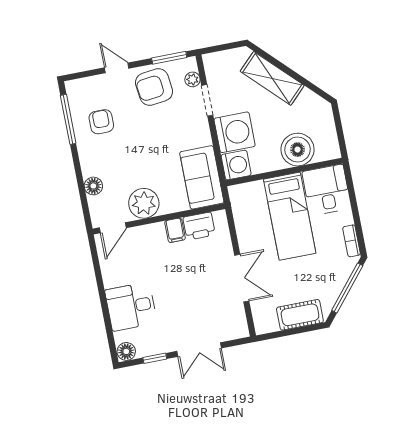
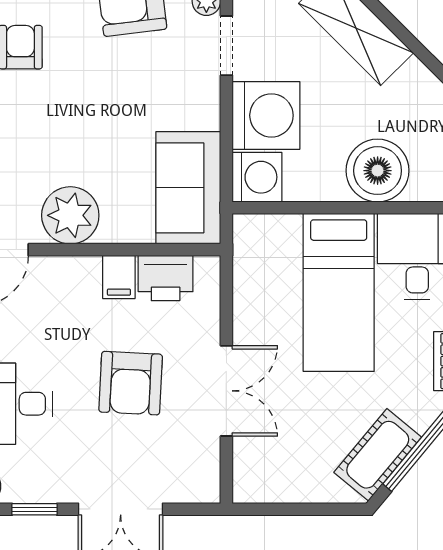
armchair: (192, 284) -> (131, 383), added
cot: (300, 315) -> (378, 455), moved, turned -50

